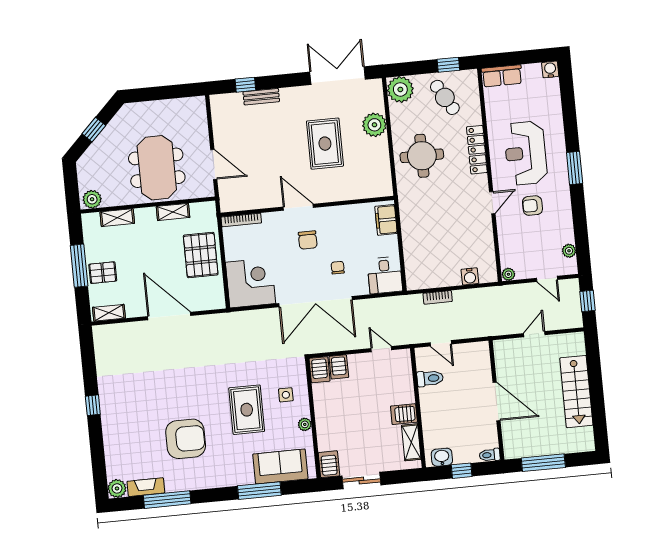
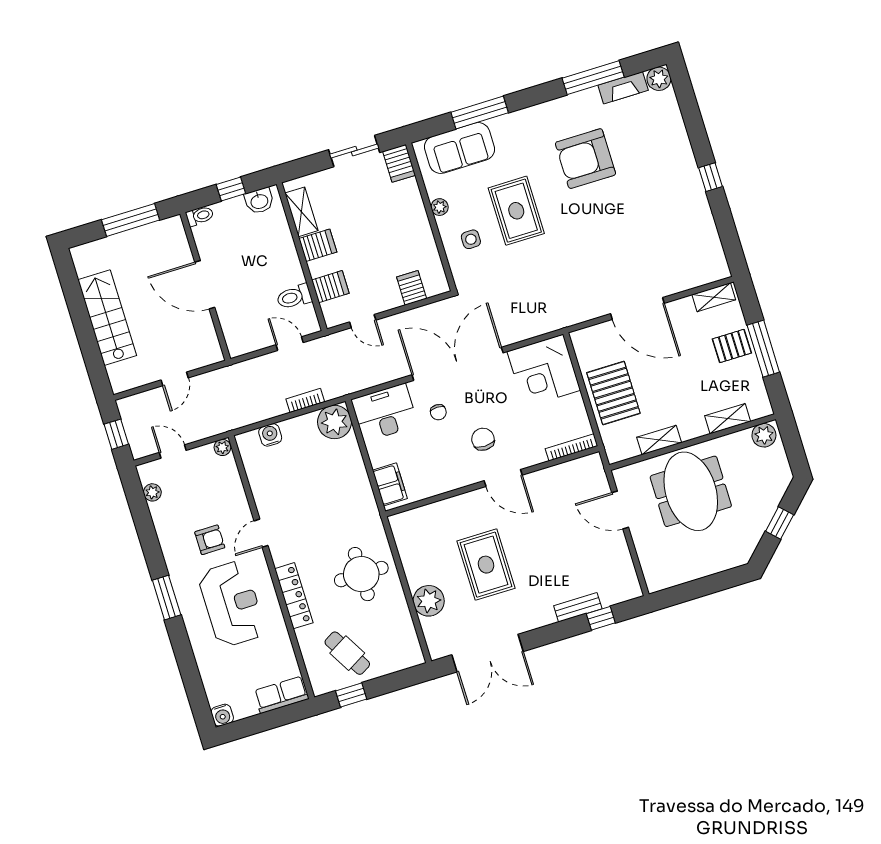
plant: (400, 89) -> (334, 422), moved
desk: (385, 275) -> (385, 413), width x1.37
server rack: (320, 370) -> (330, 287), moved, turned 90

